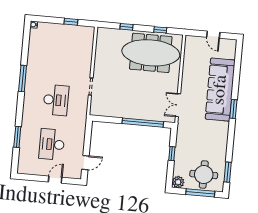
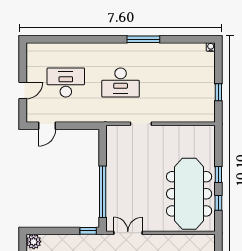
window: (127, 27) -> (218, 175), moved
window: (17, 137) -> (71, 39), removed
window: (172, 154) -> (88, 231), moved
door: (85, 163) -> (47, 126), hinge flipped
door: (55, 180) -> (23, 90), hinge flipped

